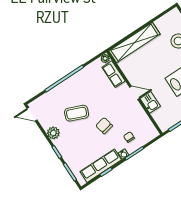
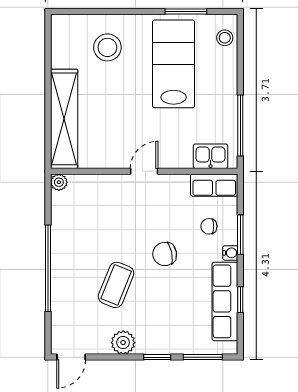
row of seats: (114, 74) -> (214, 185), moved
kitchen sink: (150, 102) -> (210, 156), moved

